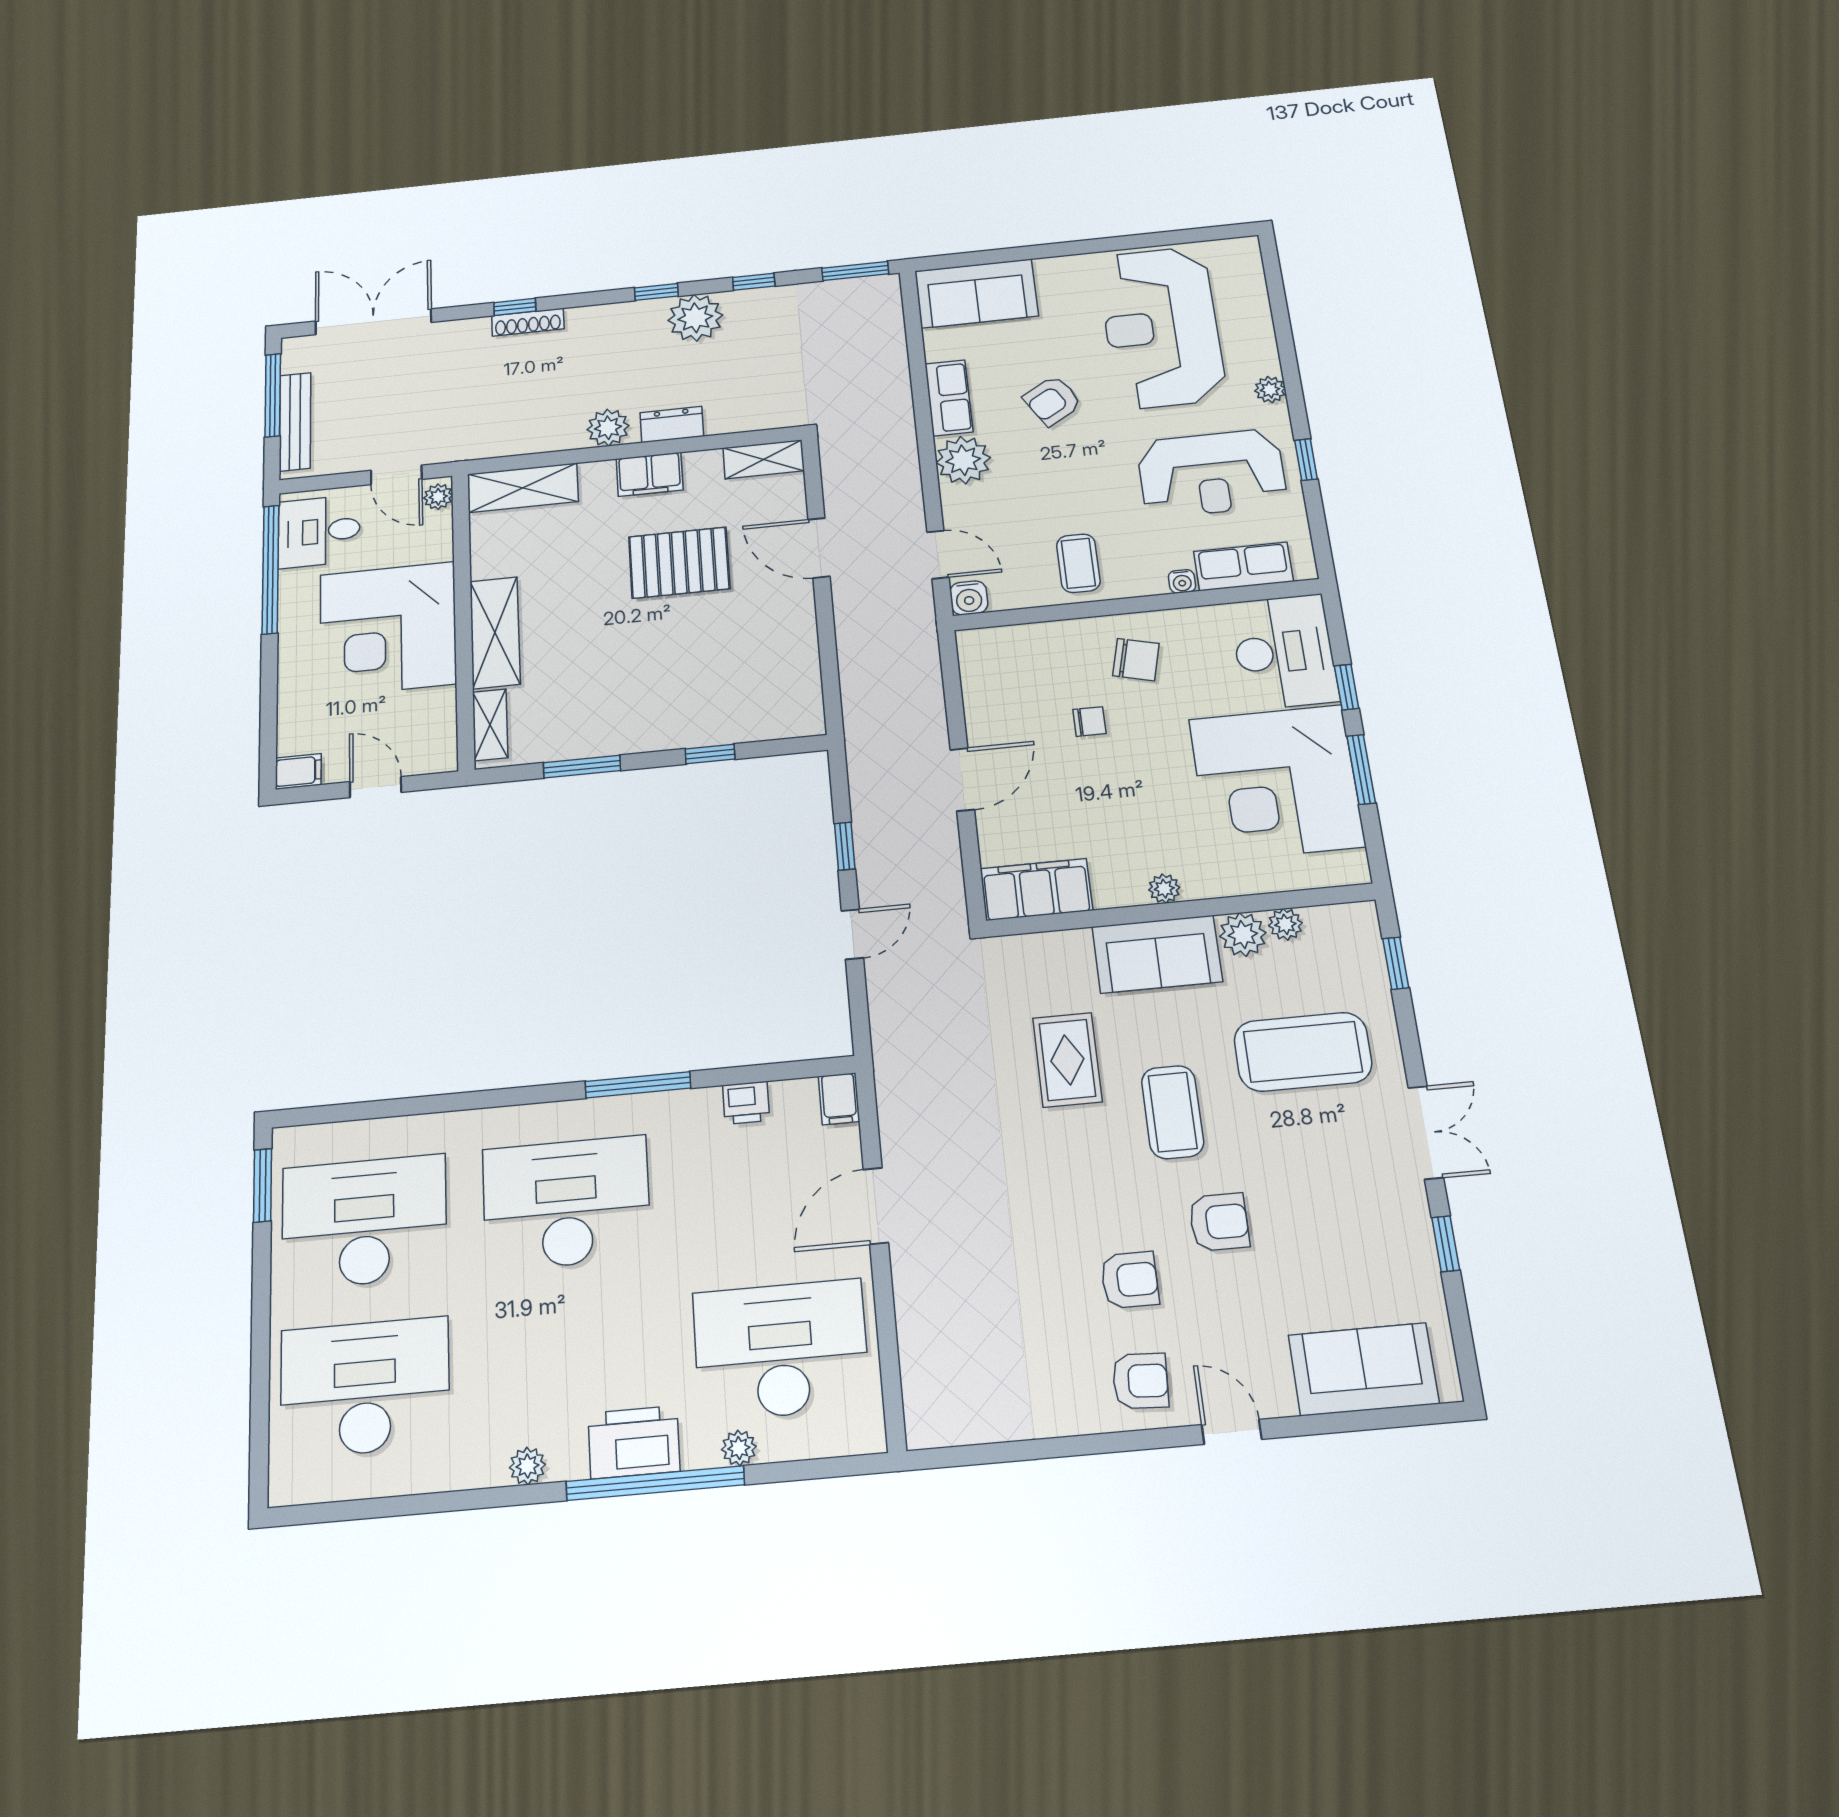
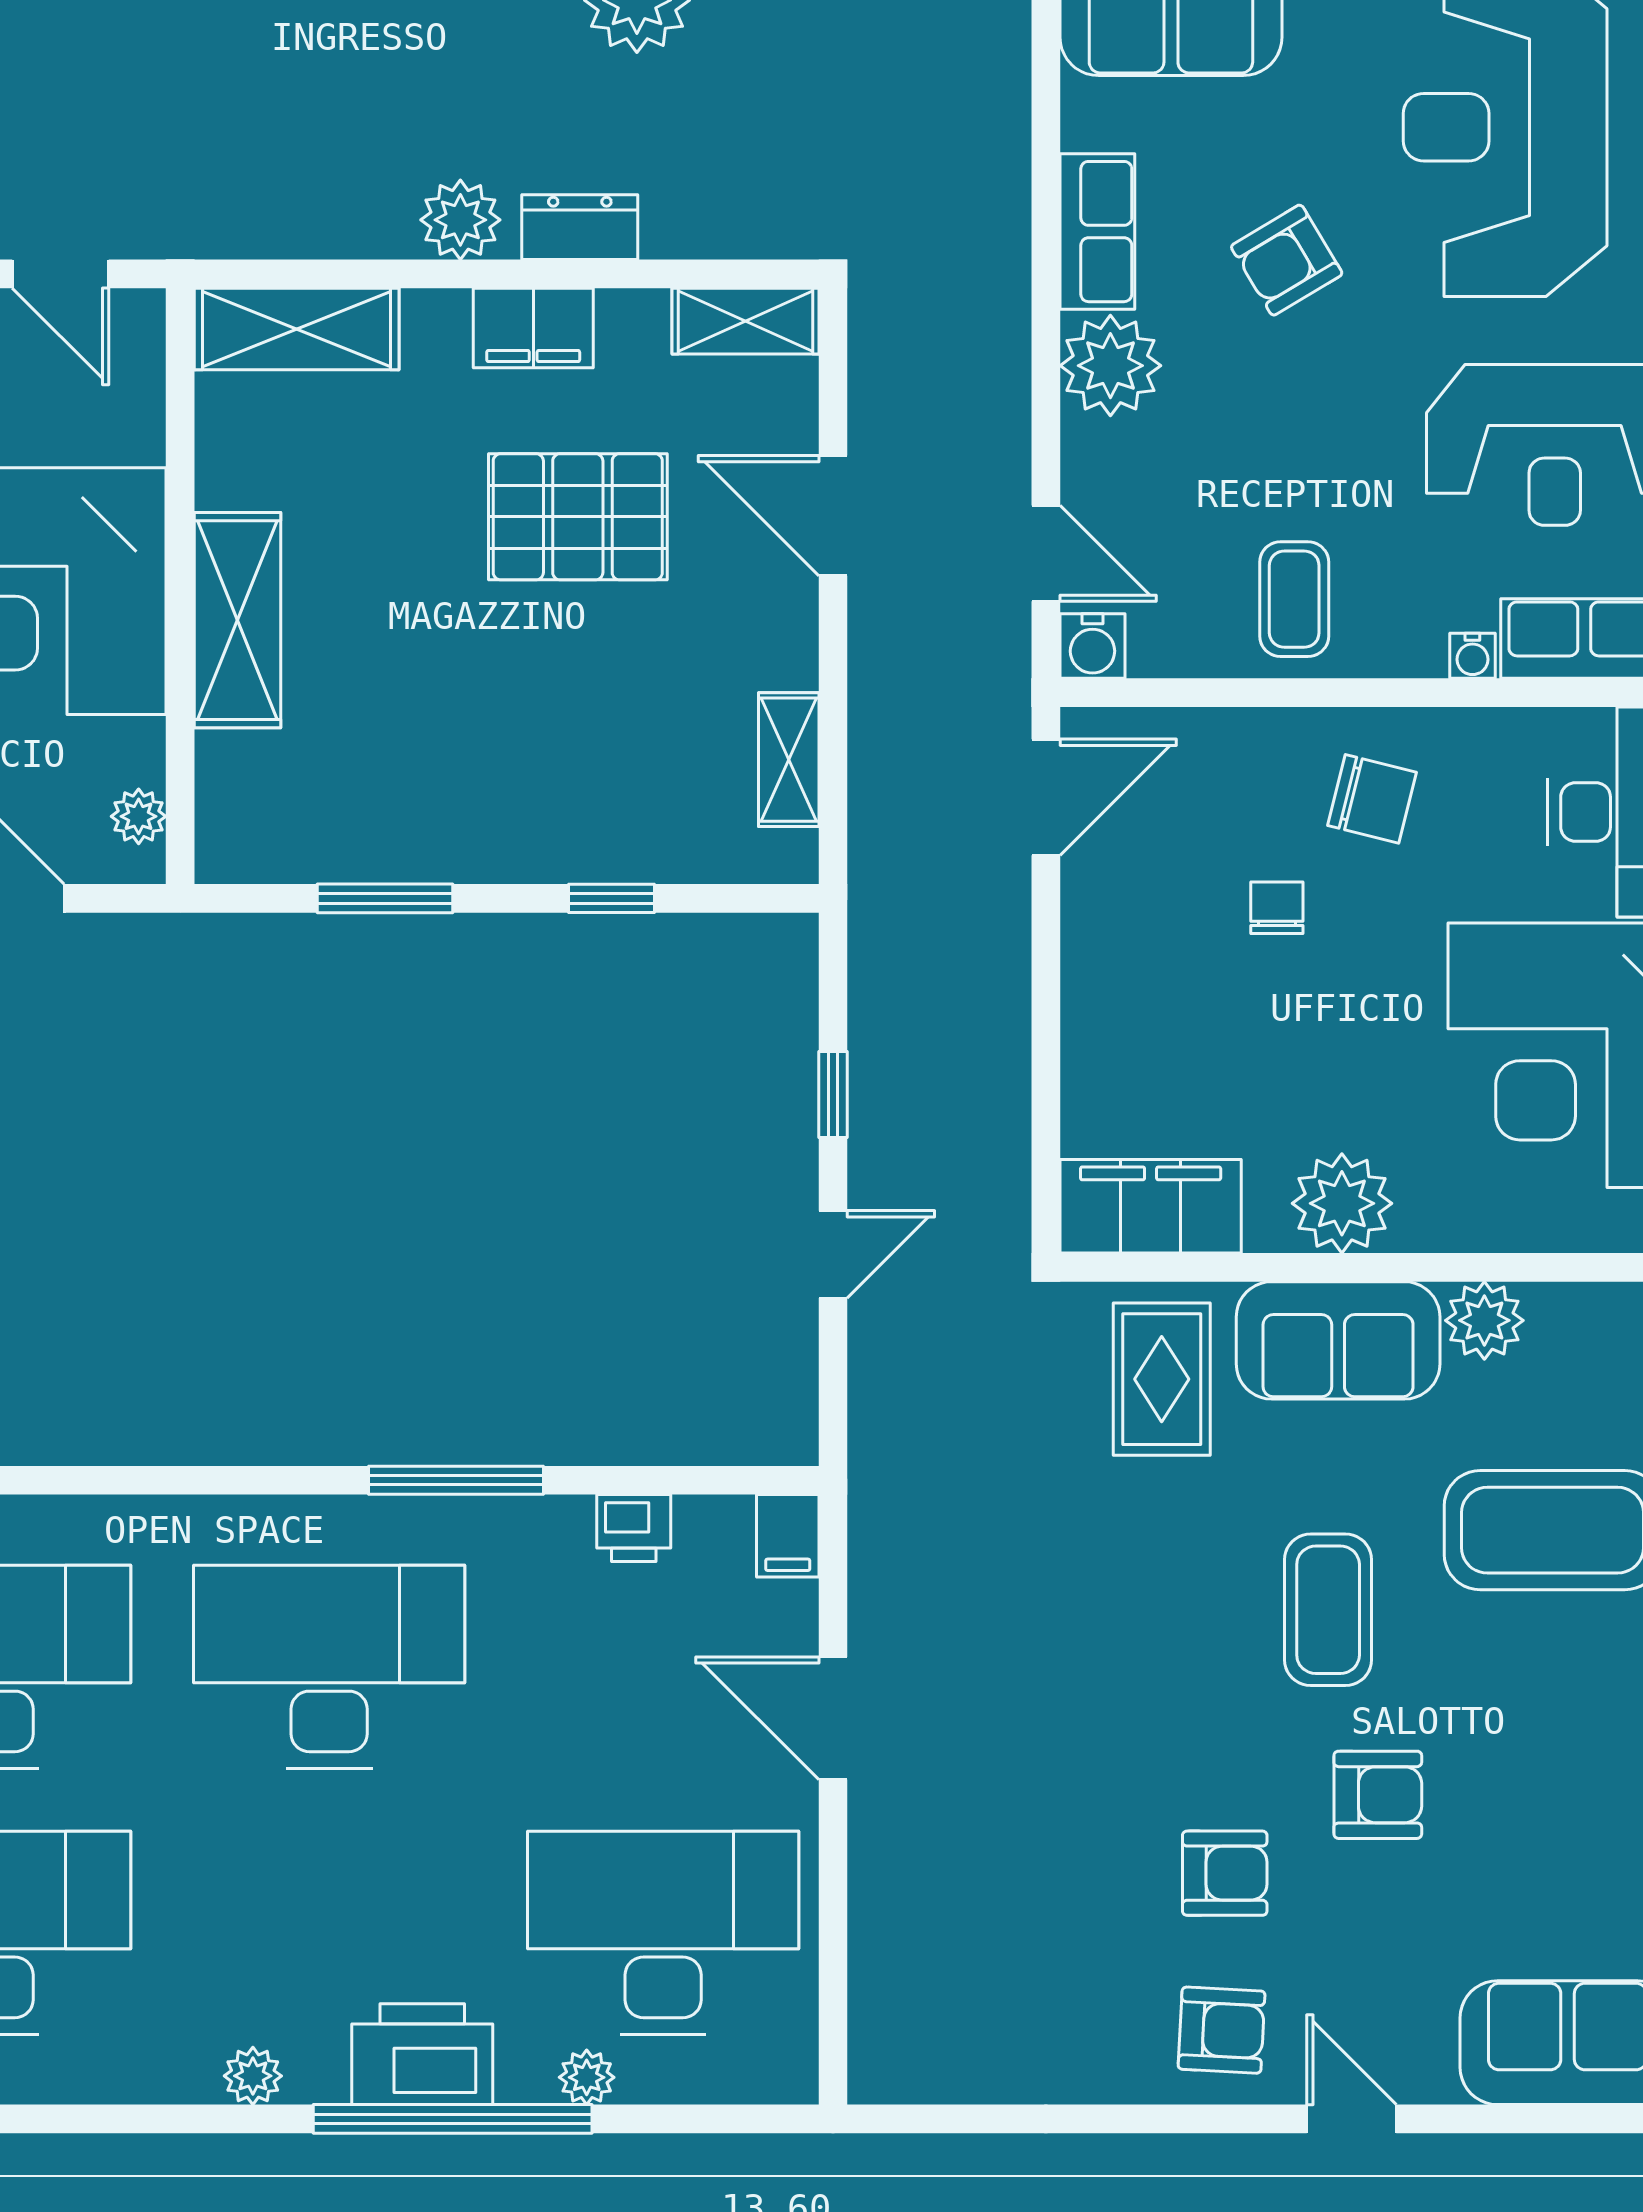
plant: (438, 497) -> (139, 816), moved
chair: (1089, 722) -> (1277, 908), turned -90
shelving: (490, 725) -> (789, 760), moved
door: (962, 780) -> (1046, 797), moved
plant: (1164, 889) -> (1342, 1203), width x1.87, depth x1.87
plant: (1285, 924) -> (1557, 1310), removed
rug: (1067, 1060) -> (1162, 1379), moved
door: (876, 1206) -> (833, 1718), hinge flipped

